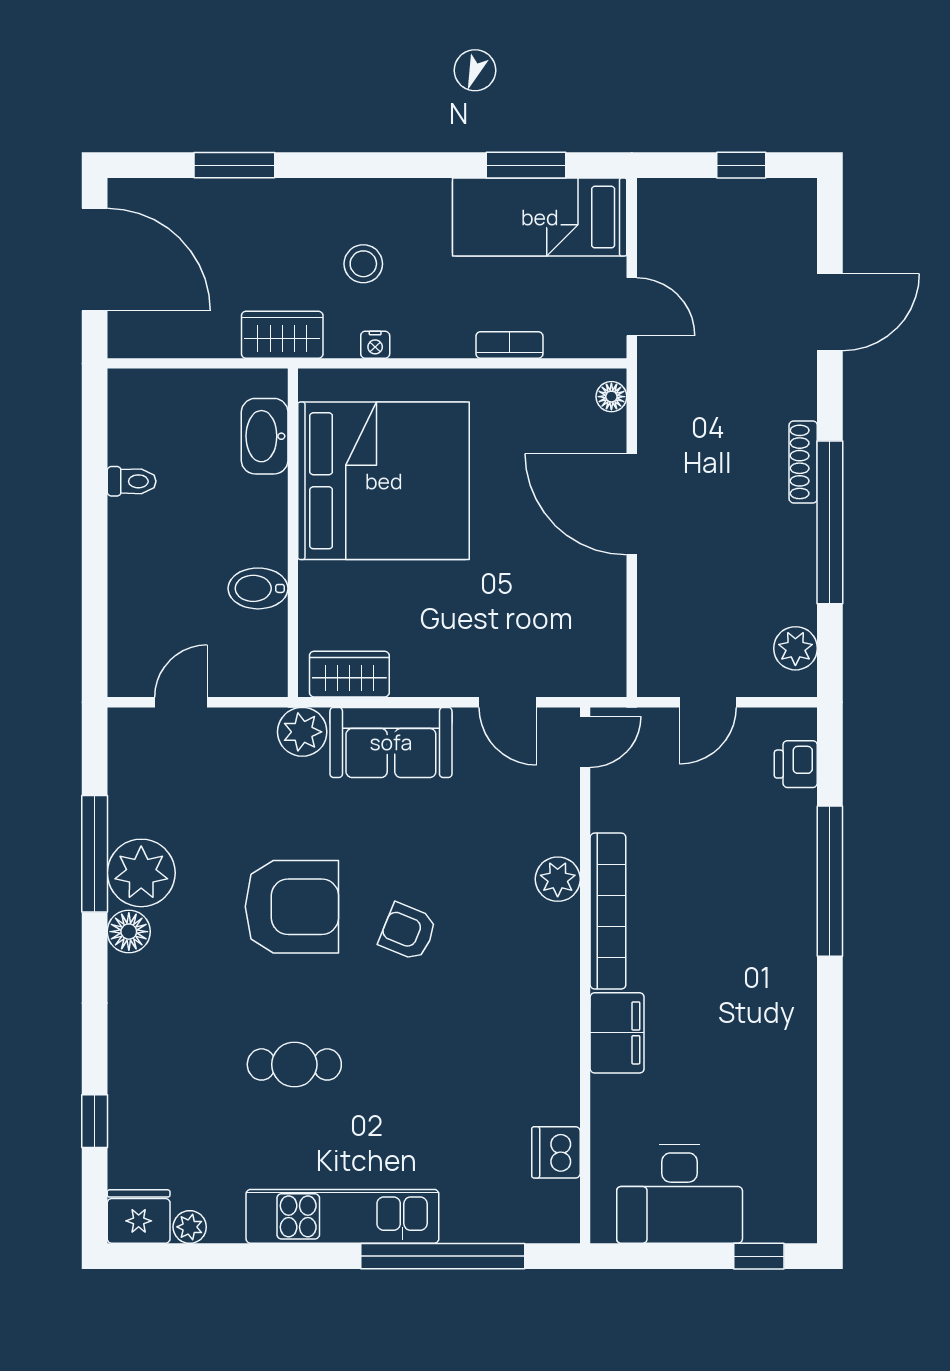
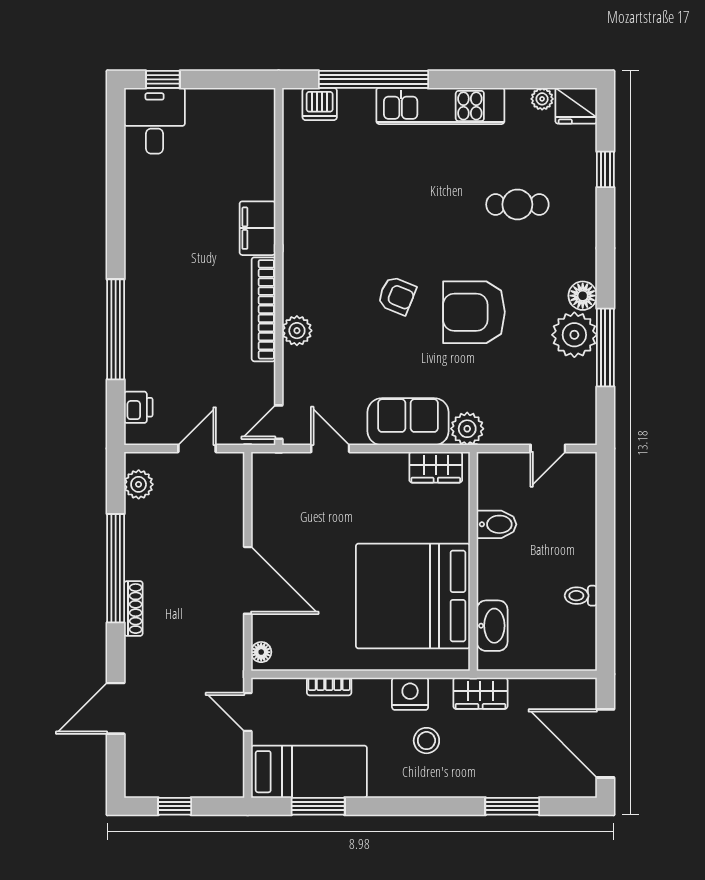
nightstand: (375, 345) -> (410, 694), width x1.89, depth x1.79
cafe table: (294, 1064) -> (517, 204), moved
dishwasher: (556, 1152) -> (320, 104), moved, turned 90
desk: (680, 1194) -> (155, 121), moved, width x0.73

